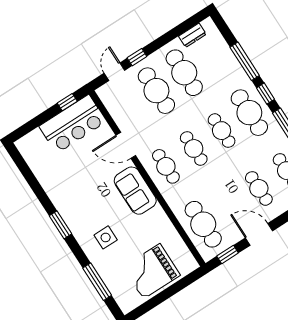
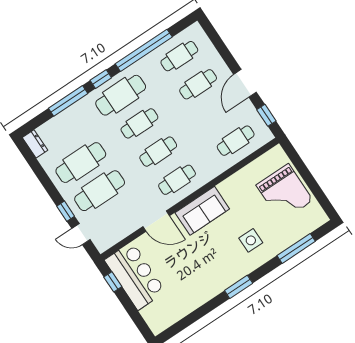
dresser: (192, 35) -> (35, 144), moved
door: (126, 145) -> (156, 221), hinge flipped
cafe table: (203, 224) -> (236, 141), width x0.73, depth x0.74

